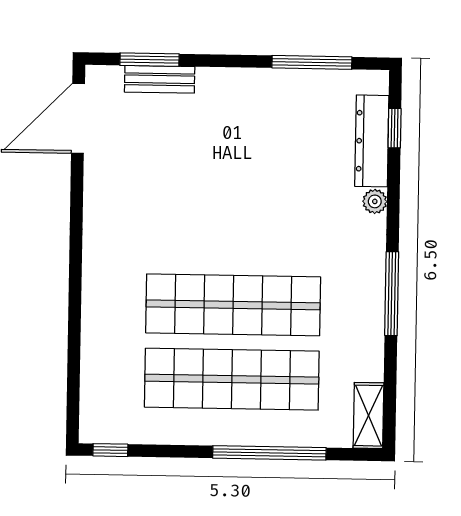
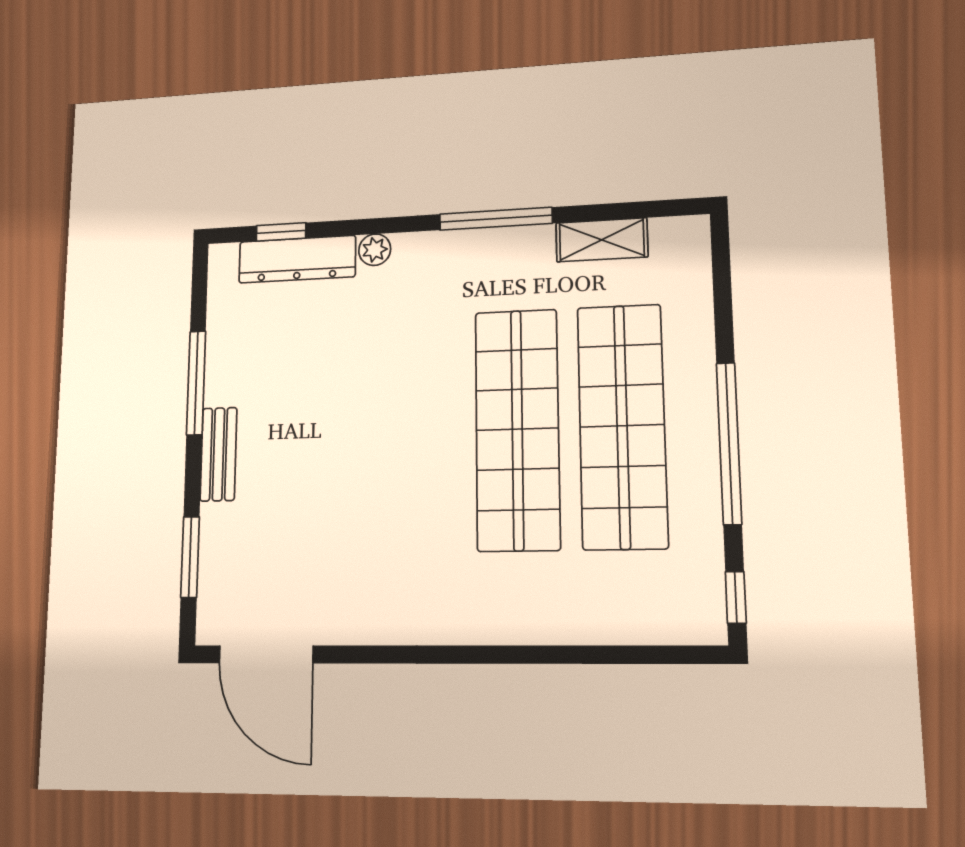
window: (312, 62) -> (196, 383), moved
bench: (160, 79) -> (218, 454), moved
shelving: (369, 416) -> (602, 240), moved
window: (269, 453) -> (729, 443), moved

